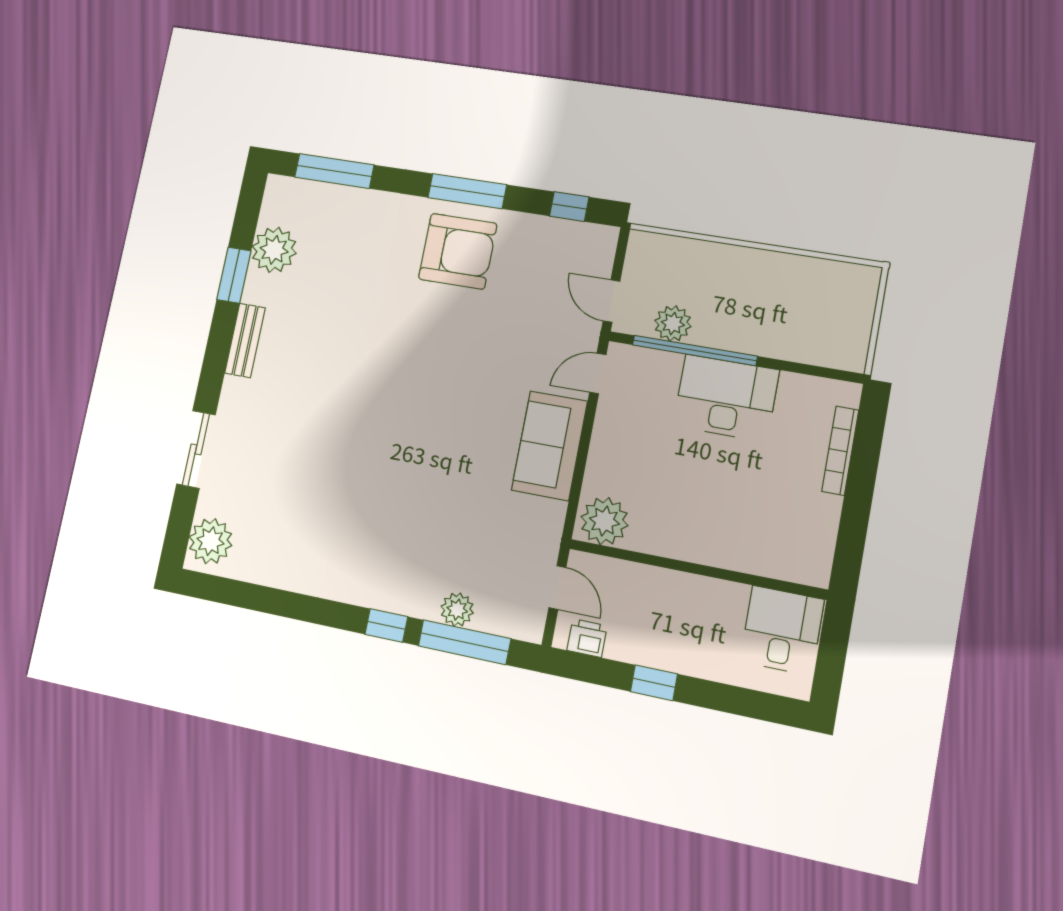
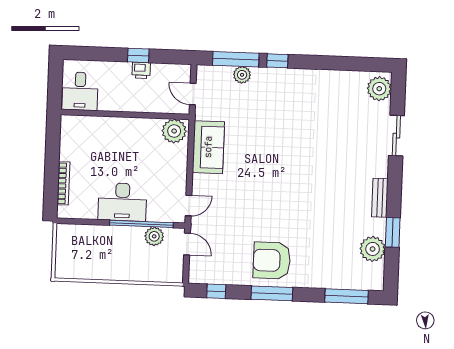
sofa: (549, 446) -> (208, 147), moved
printer: (587, 638) -> (141, 70), moved

